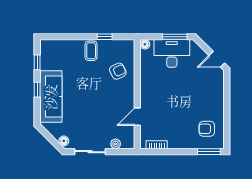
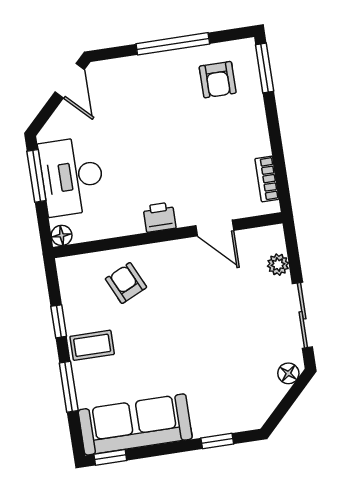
window: (73, 37) -> (69, 387), added
window: (37, 62) -> (110, 457), moved
window: (37, 90) -> (217, 441), moved
printer: (146, 92) -> (159, 217), added
sofa: (51, 97) -> (135, 424), moved
window: (227, 110) -> (173, 44), added

